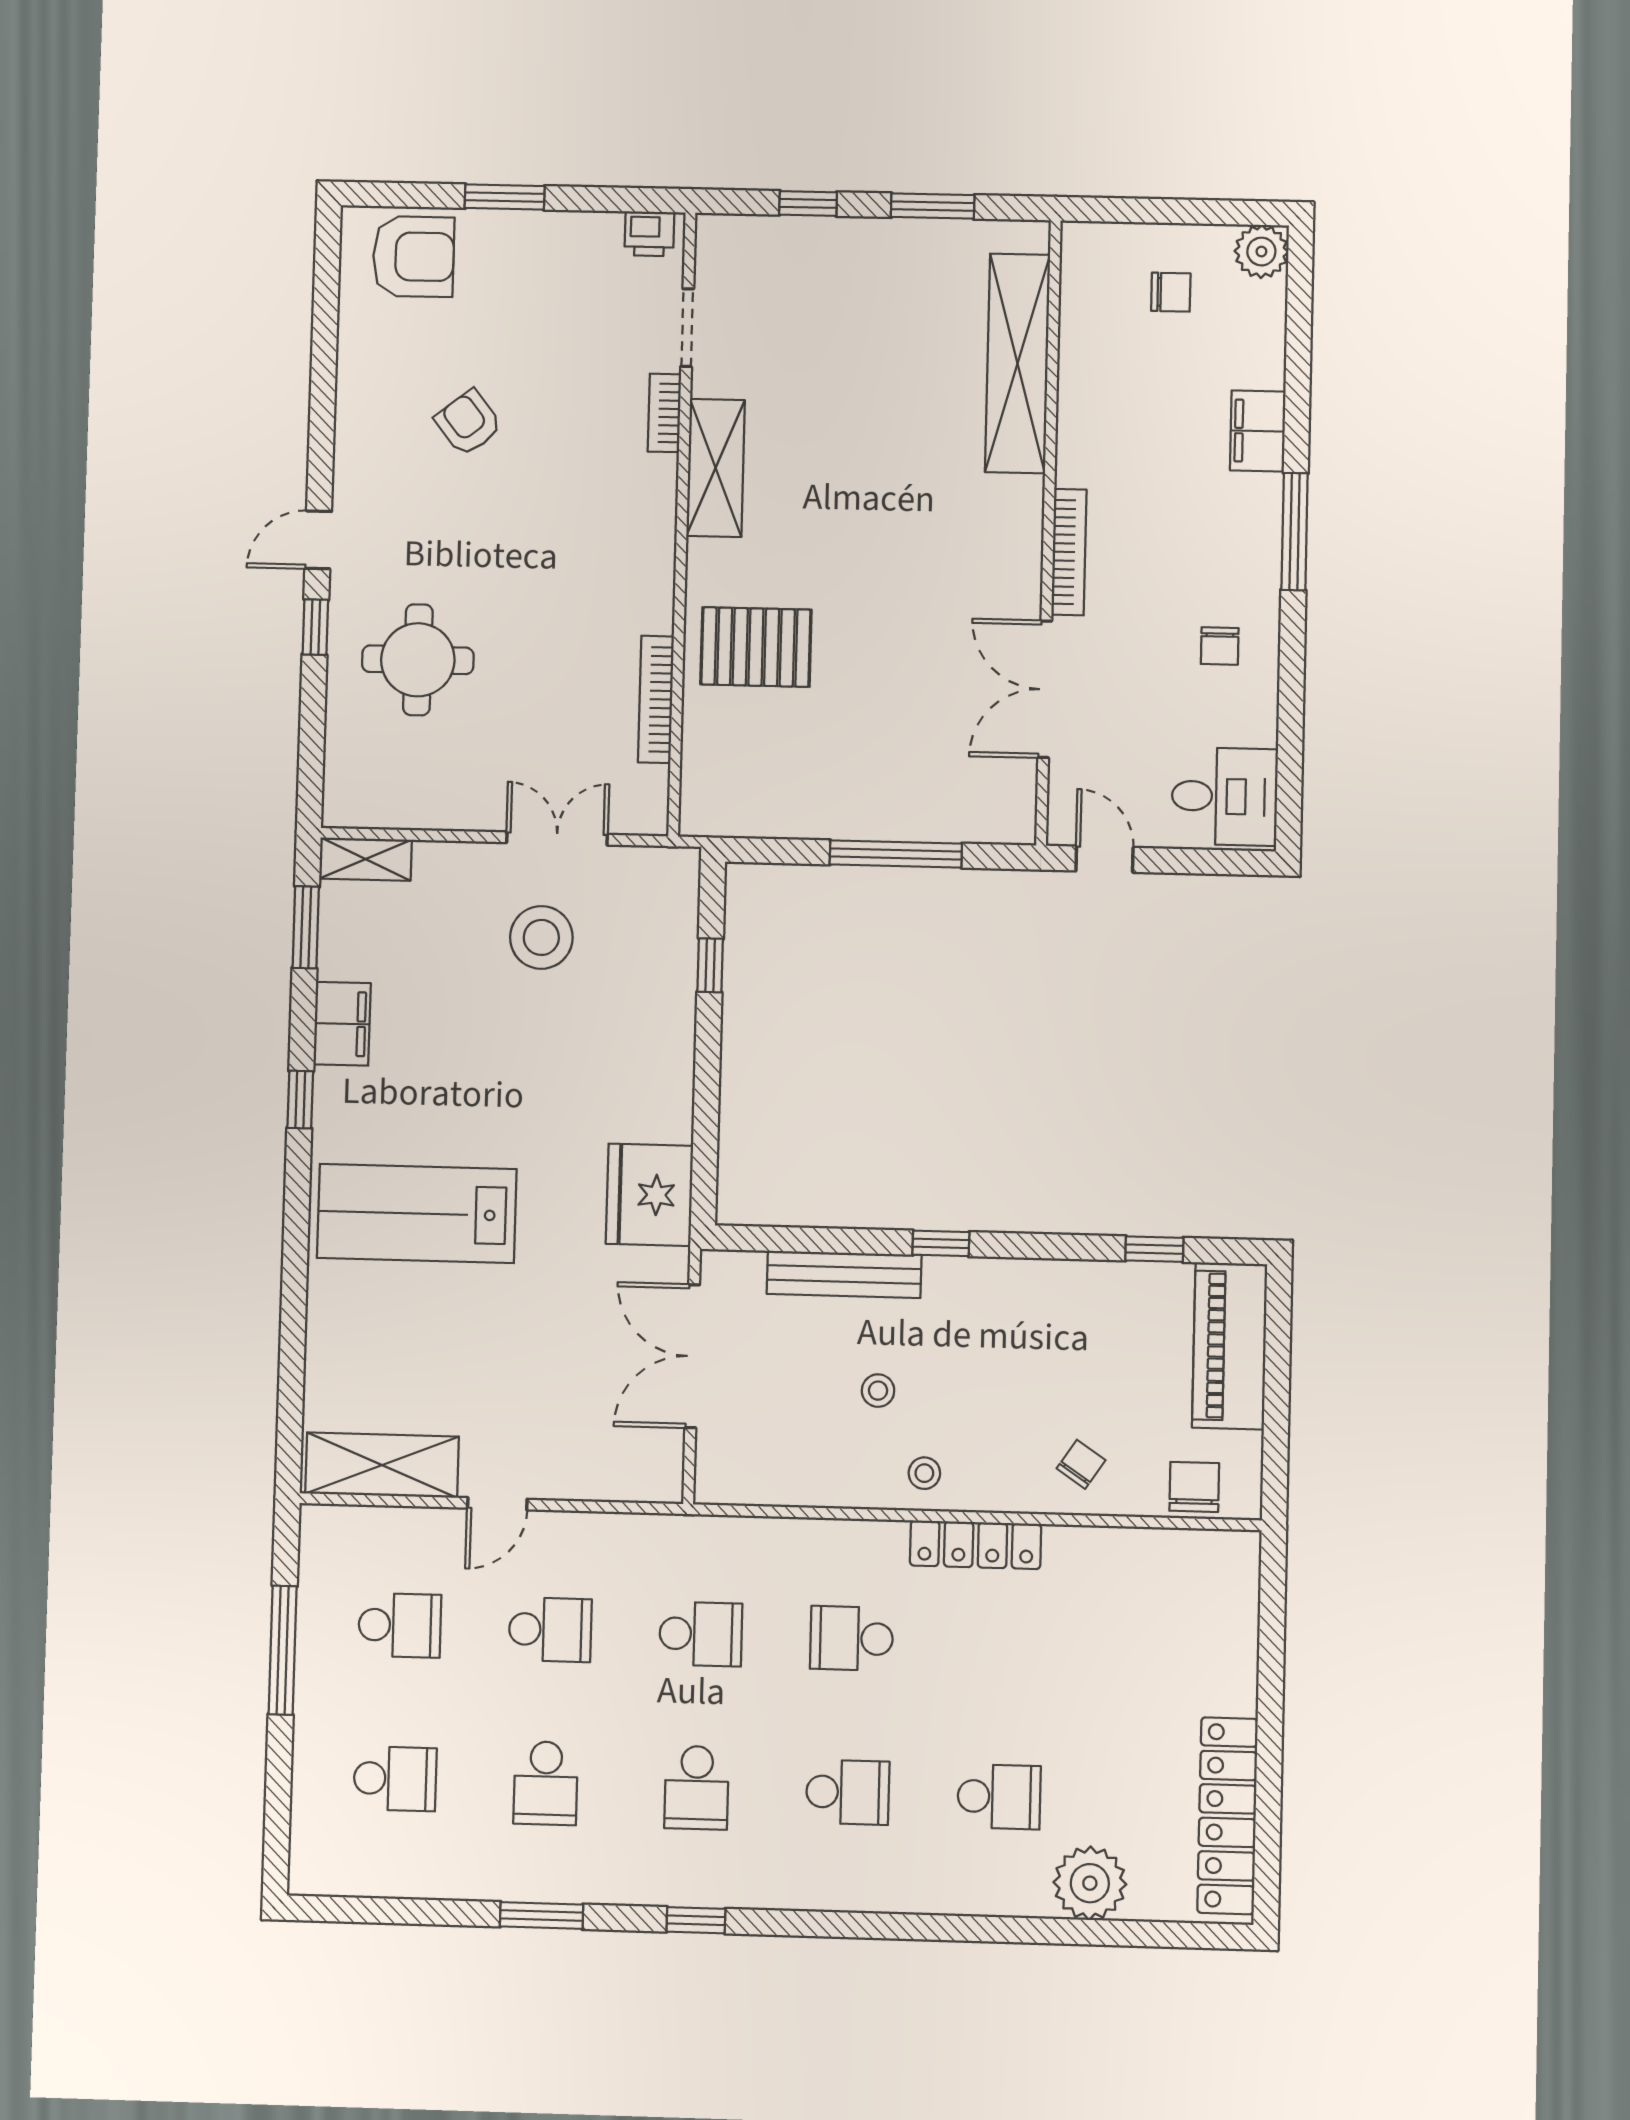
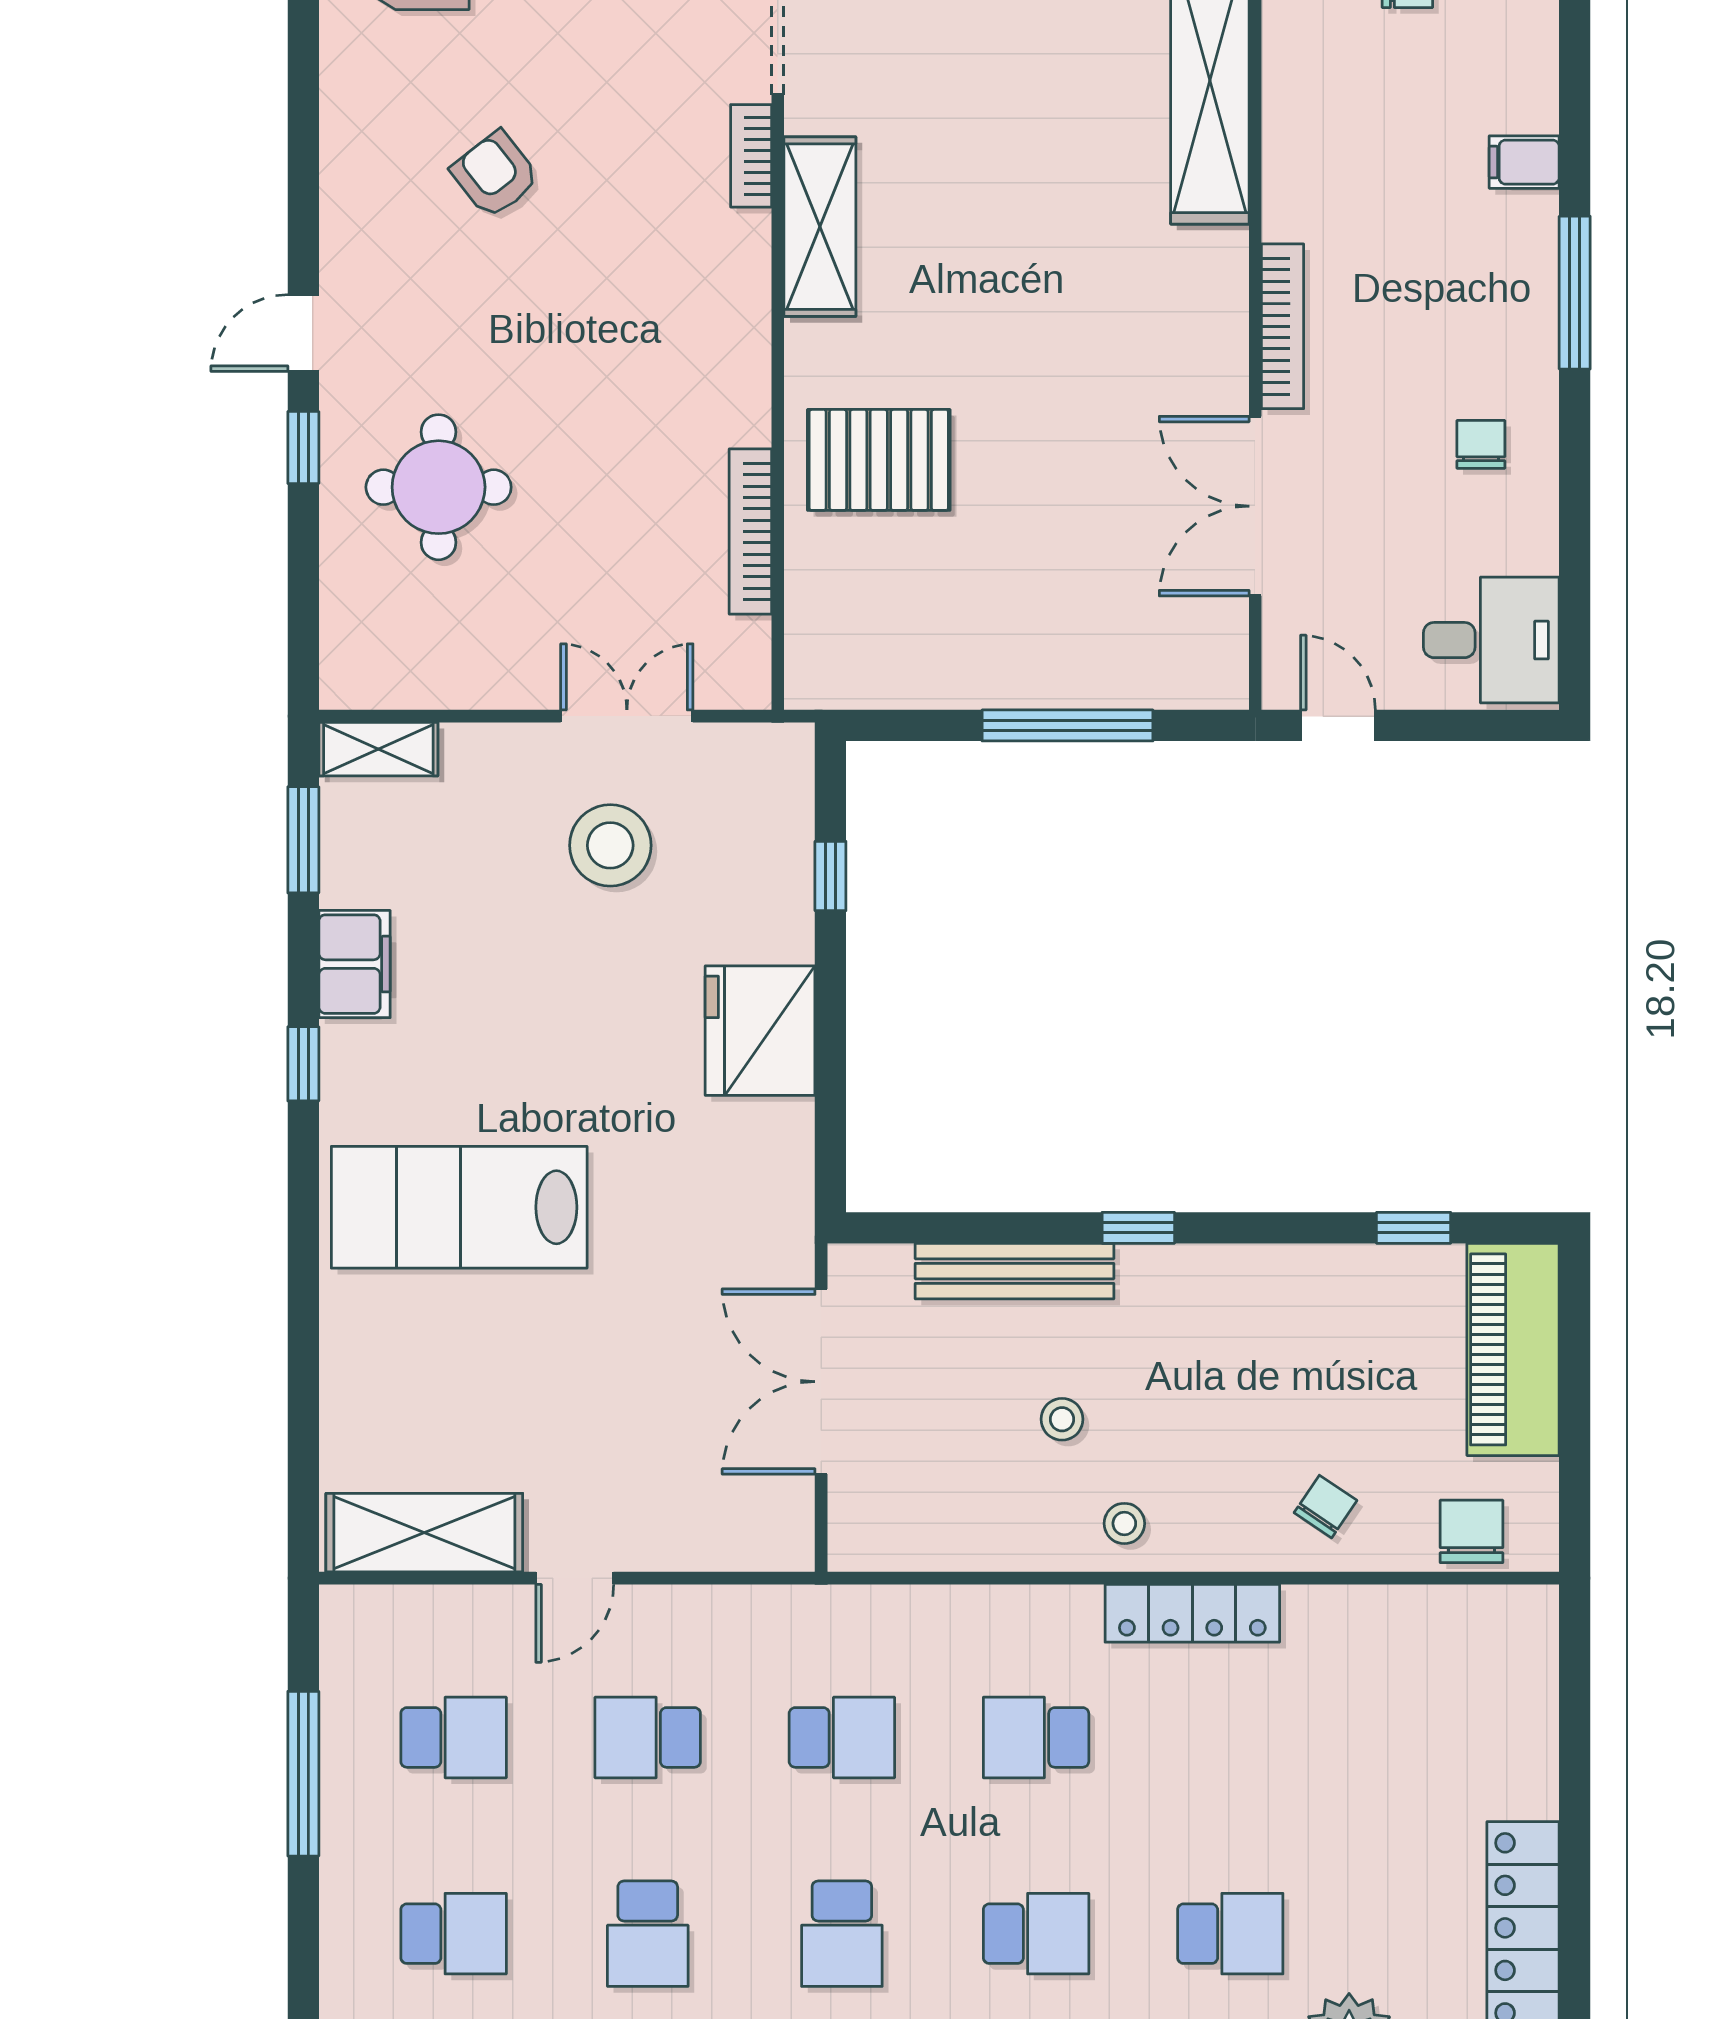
filing cabinet: (1258, 431) -> (1524, 162), width x0.50
chair: (1220, 646) -> (1481, 444), turned 180
fridge: (649, 1195) -> (760, 1031), moved
school desk: (550, 1630) -> (648, 1737), turned 180

